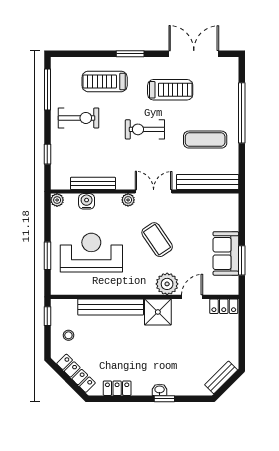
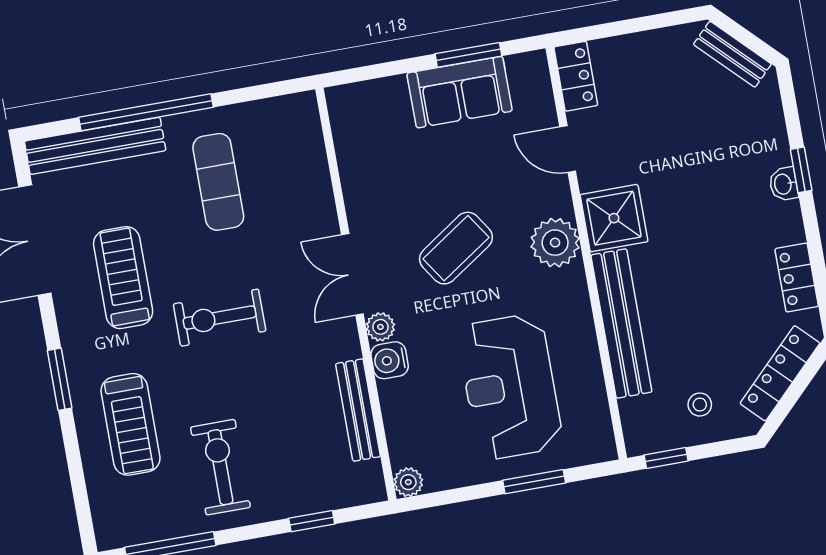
exercise bike: (145, 129) -> (220, 318), turned 90
bench: (208, 182) -> (95, 146), moved, turned 90
water cooler: (87, 201) -> (390, 360), moved
plant: (167, 284) -> (555, 243), moved

